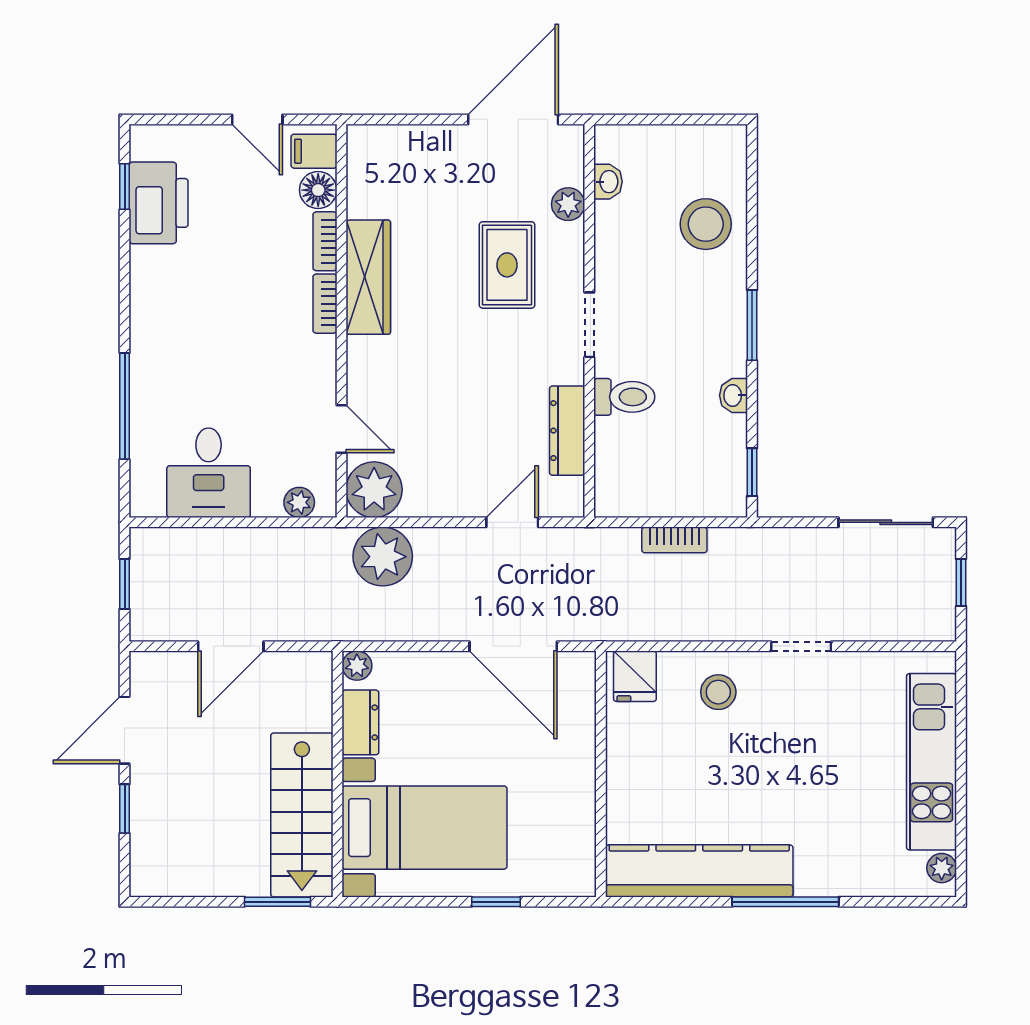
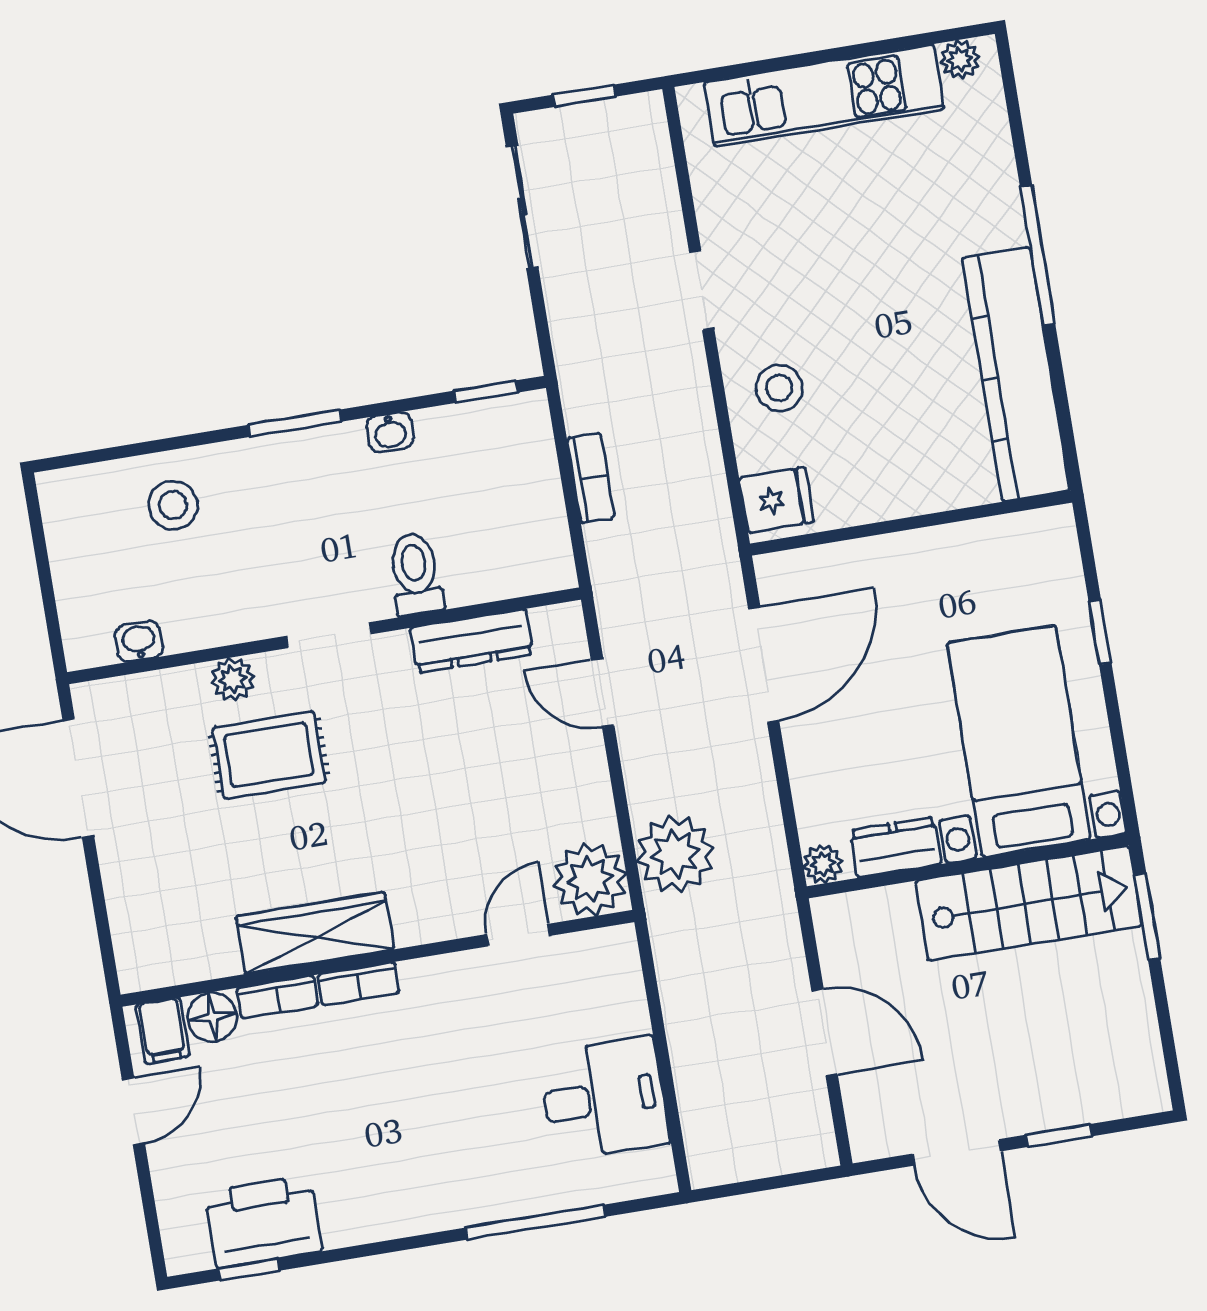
plant: (568, 204) -> (232, 679), moved
stool: (706, 224) -> (173, 505), width x0.73, depth x0.73
plant: (299, 502) -> (623, 974), removed
window: (125, 584) -> (767, 1184), removed

